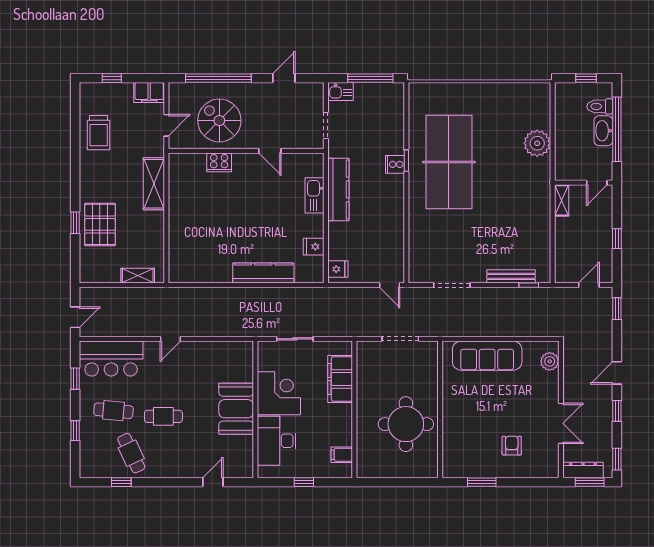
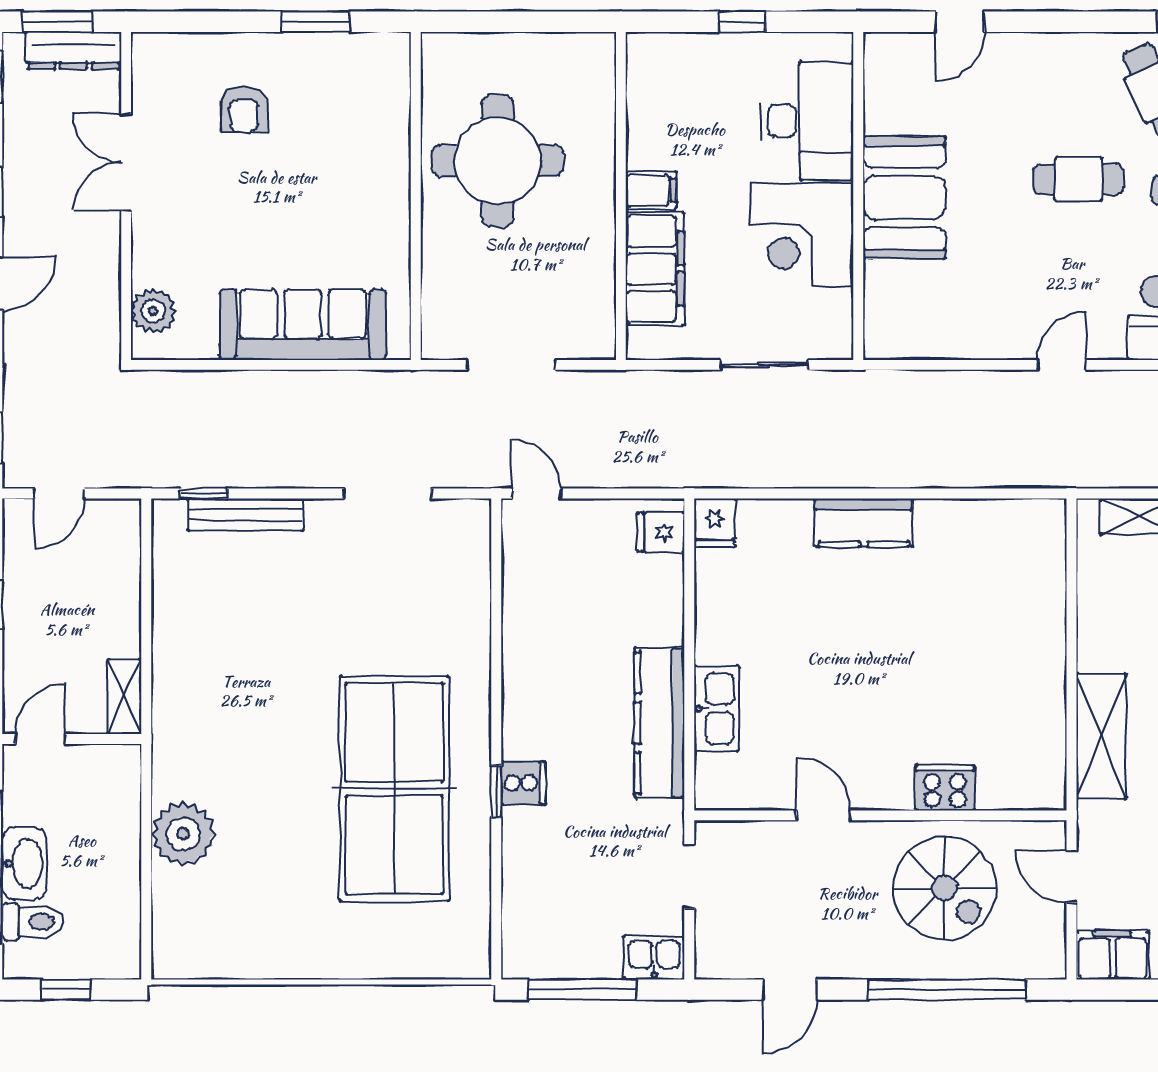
door: (166, 125) -> (1071, 877), hinge flipped
fridge: (314, 247) -> (715, 523), moved, turned 90
kitchen counter: (263, 273) -> (864, 523), width x0.67
filing cabinet: (342, 455) -> (651, 190), moved

